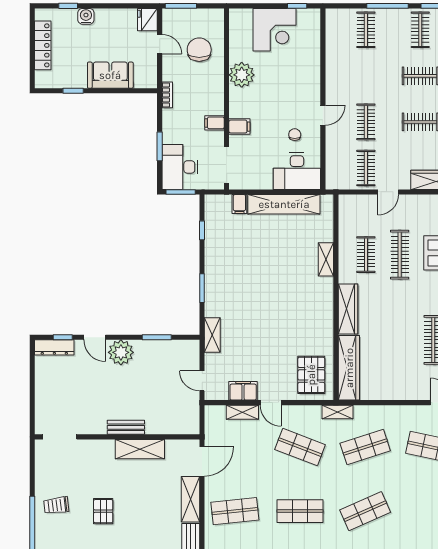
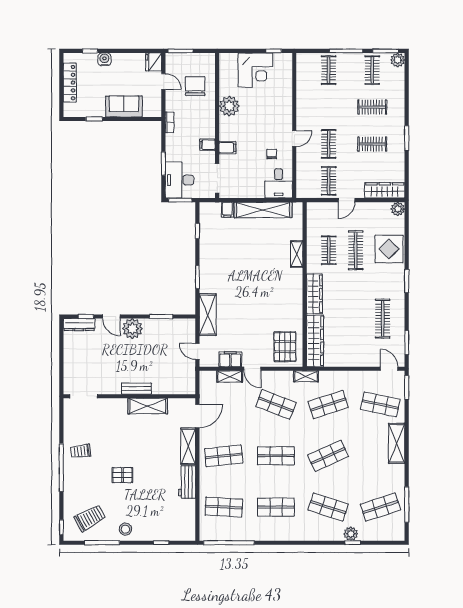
desk: (297, 171) -> (279, 183), width x0.73
shelving: (212, 335) -> (208, 315), width x1.50, depth x1.33
pallet: (103, 511) -> (122, 475), moved, turned 90

